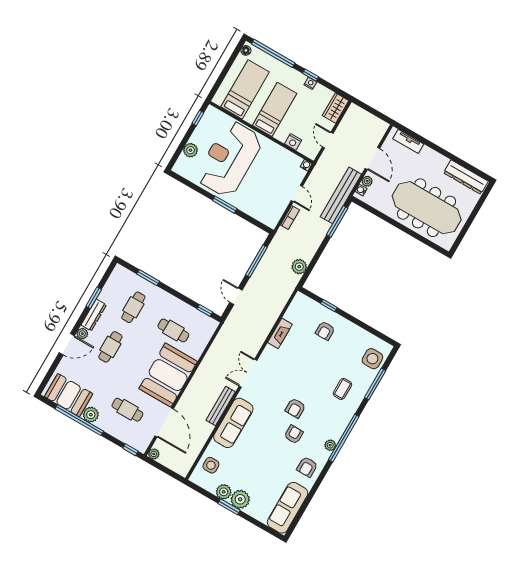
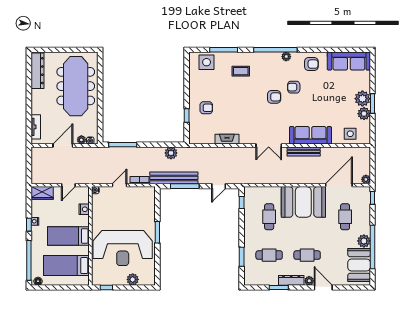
bench: (341, 195) -> (174, 178), moved

